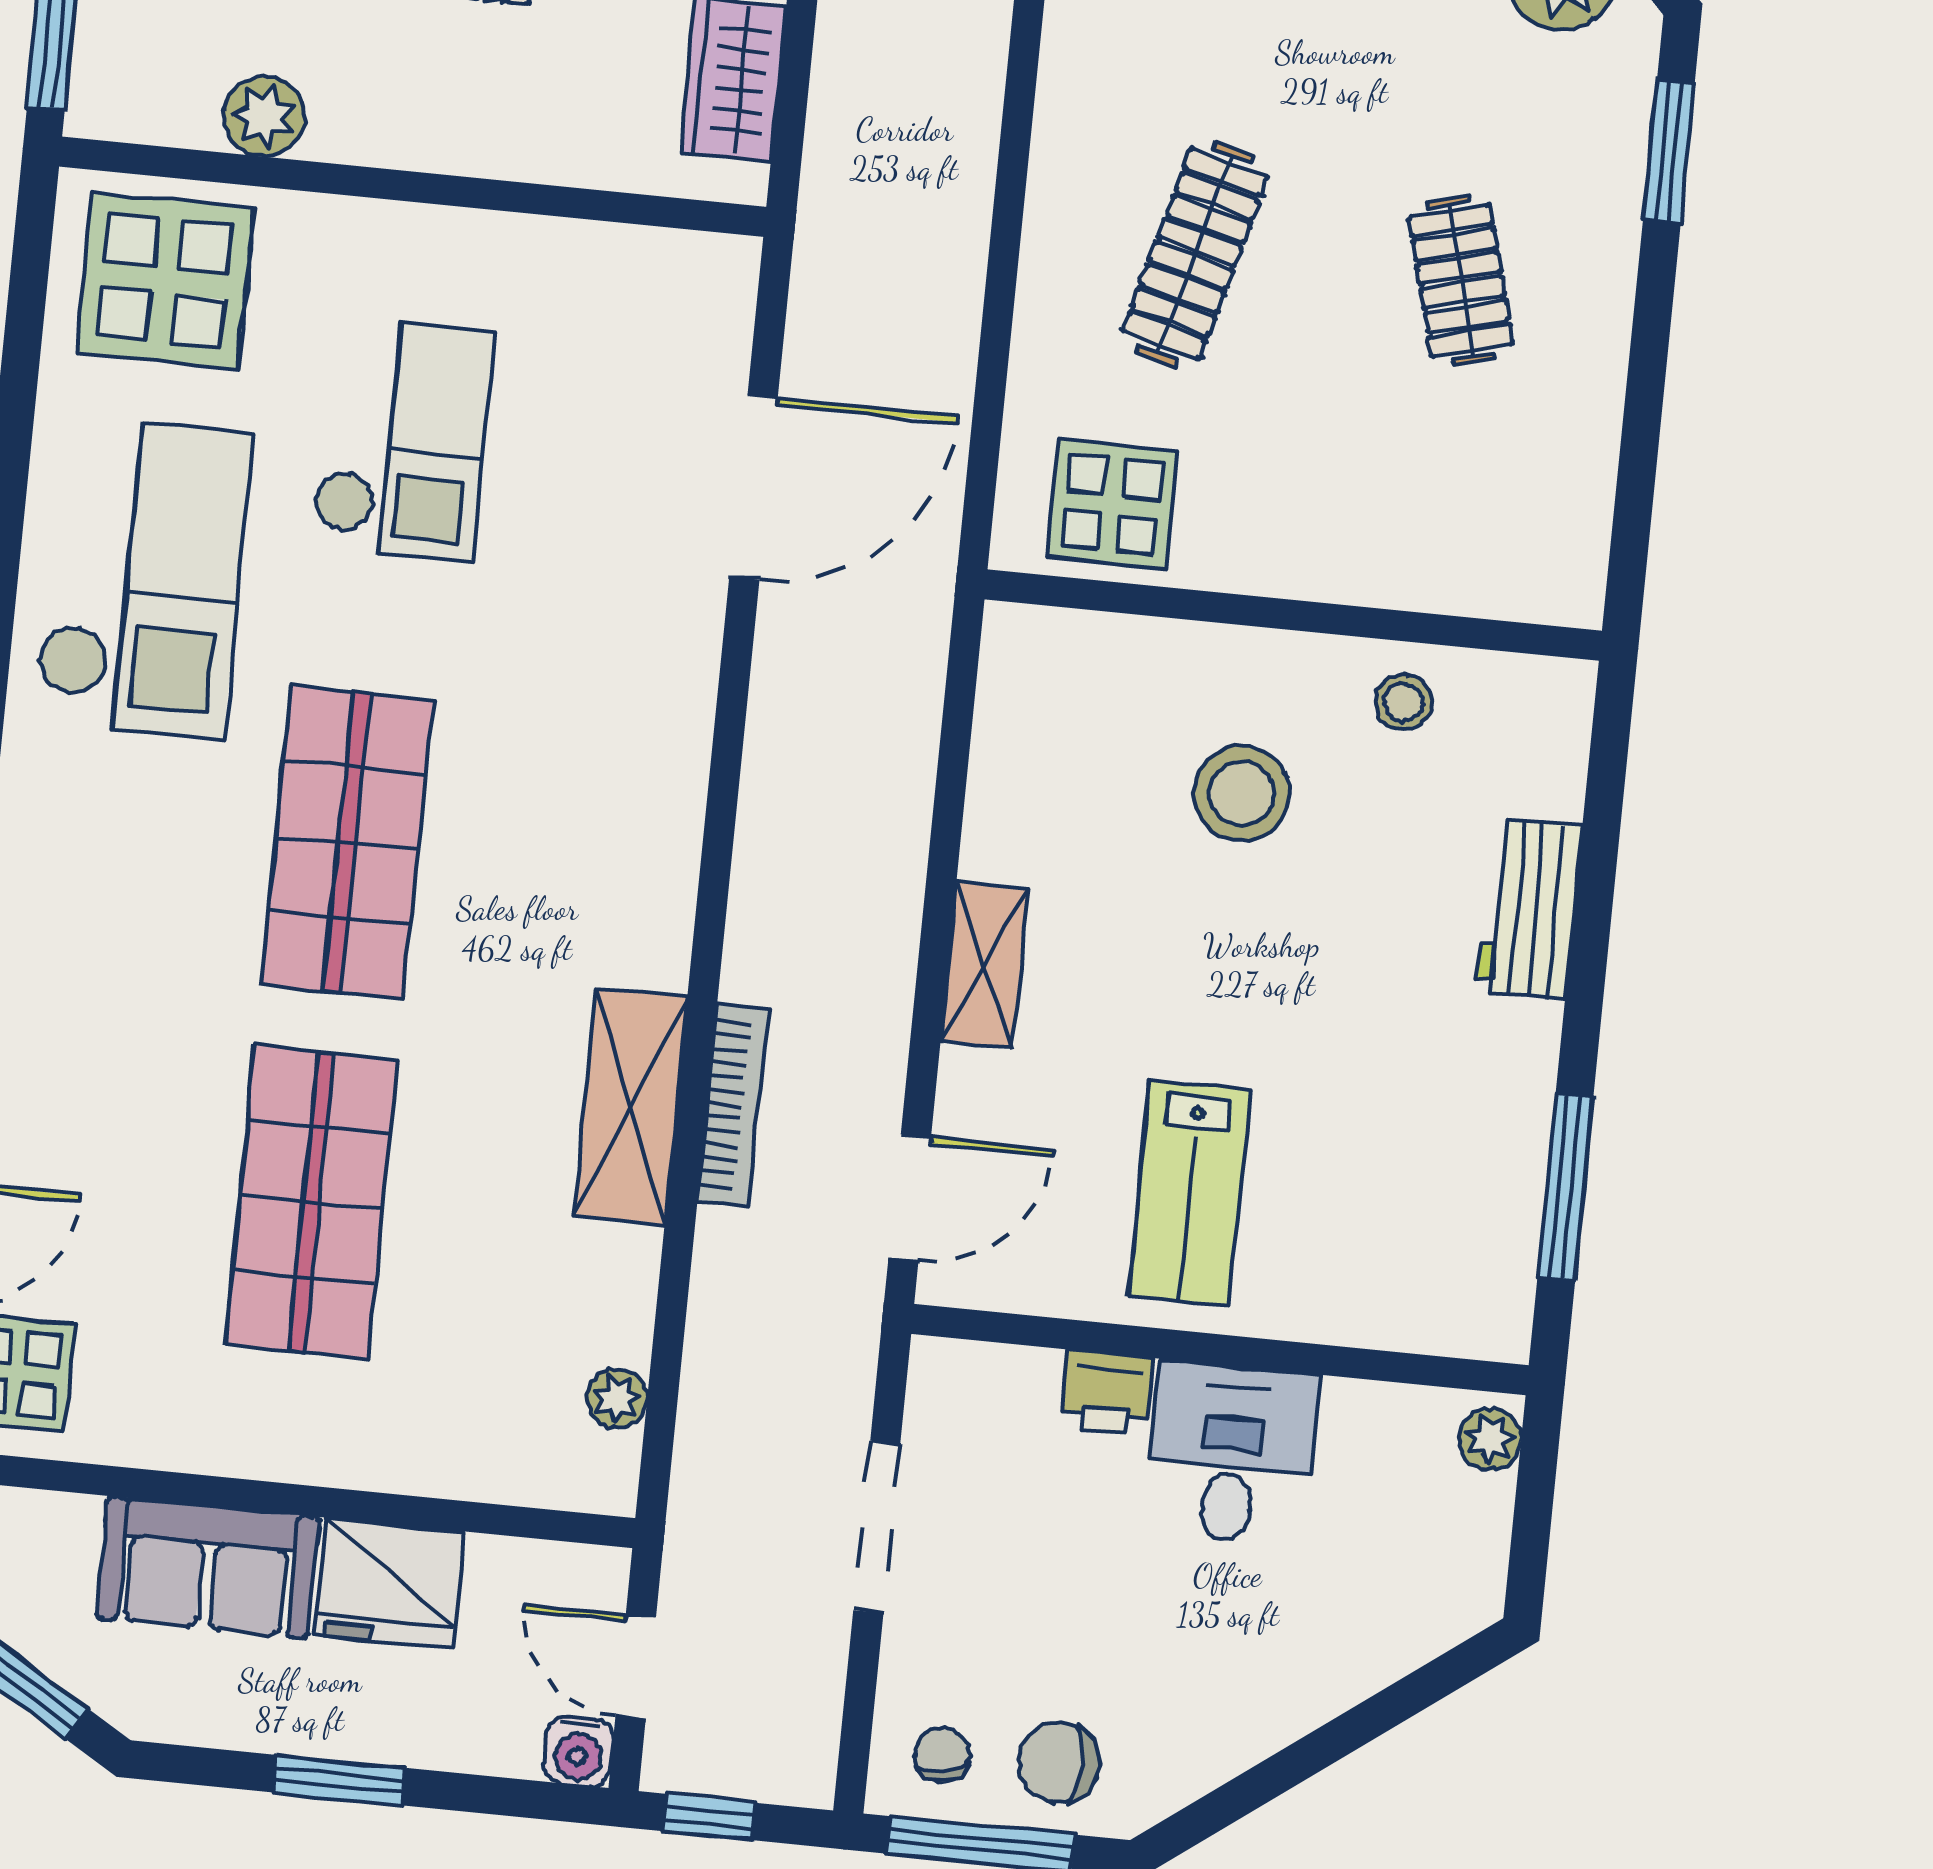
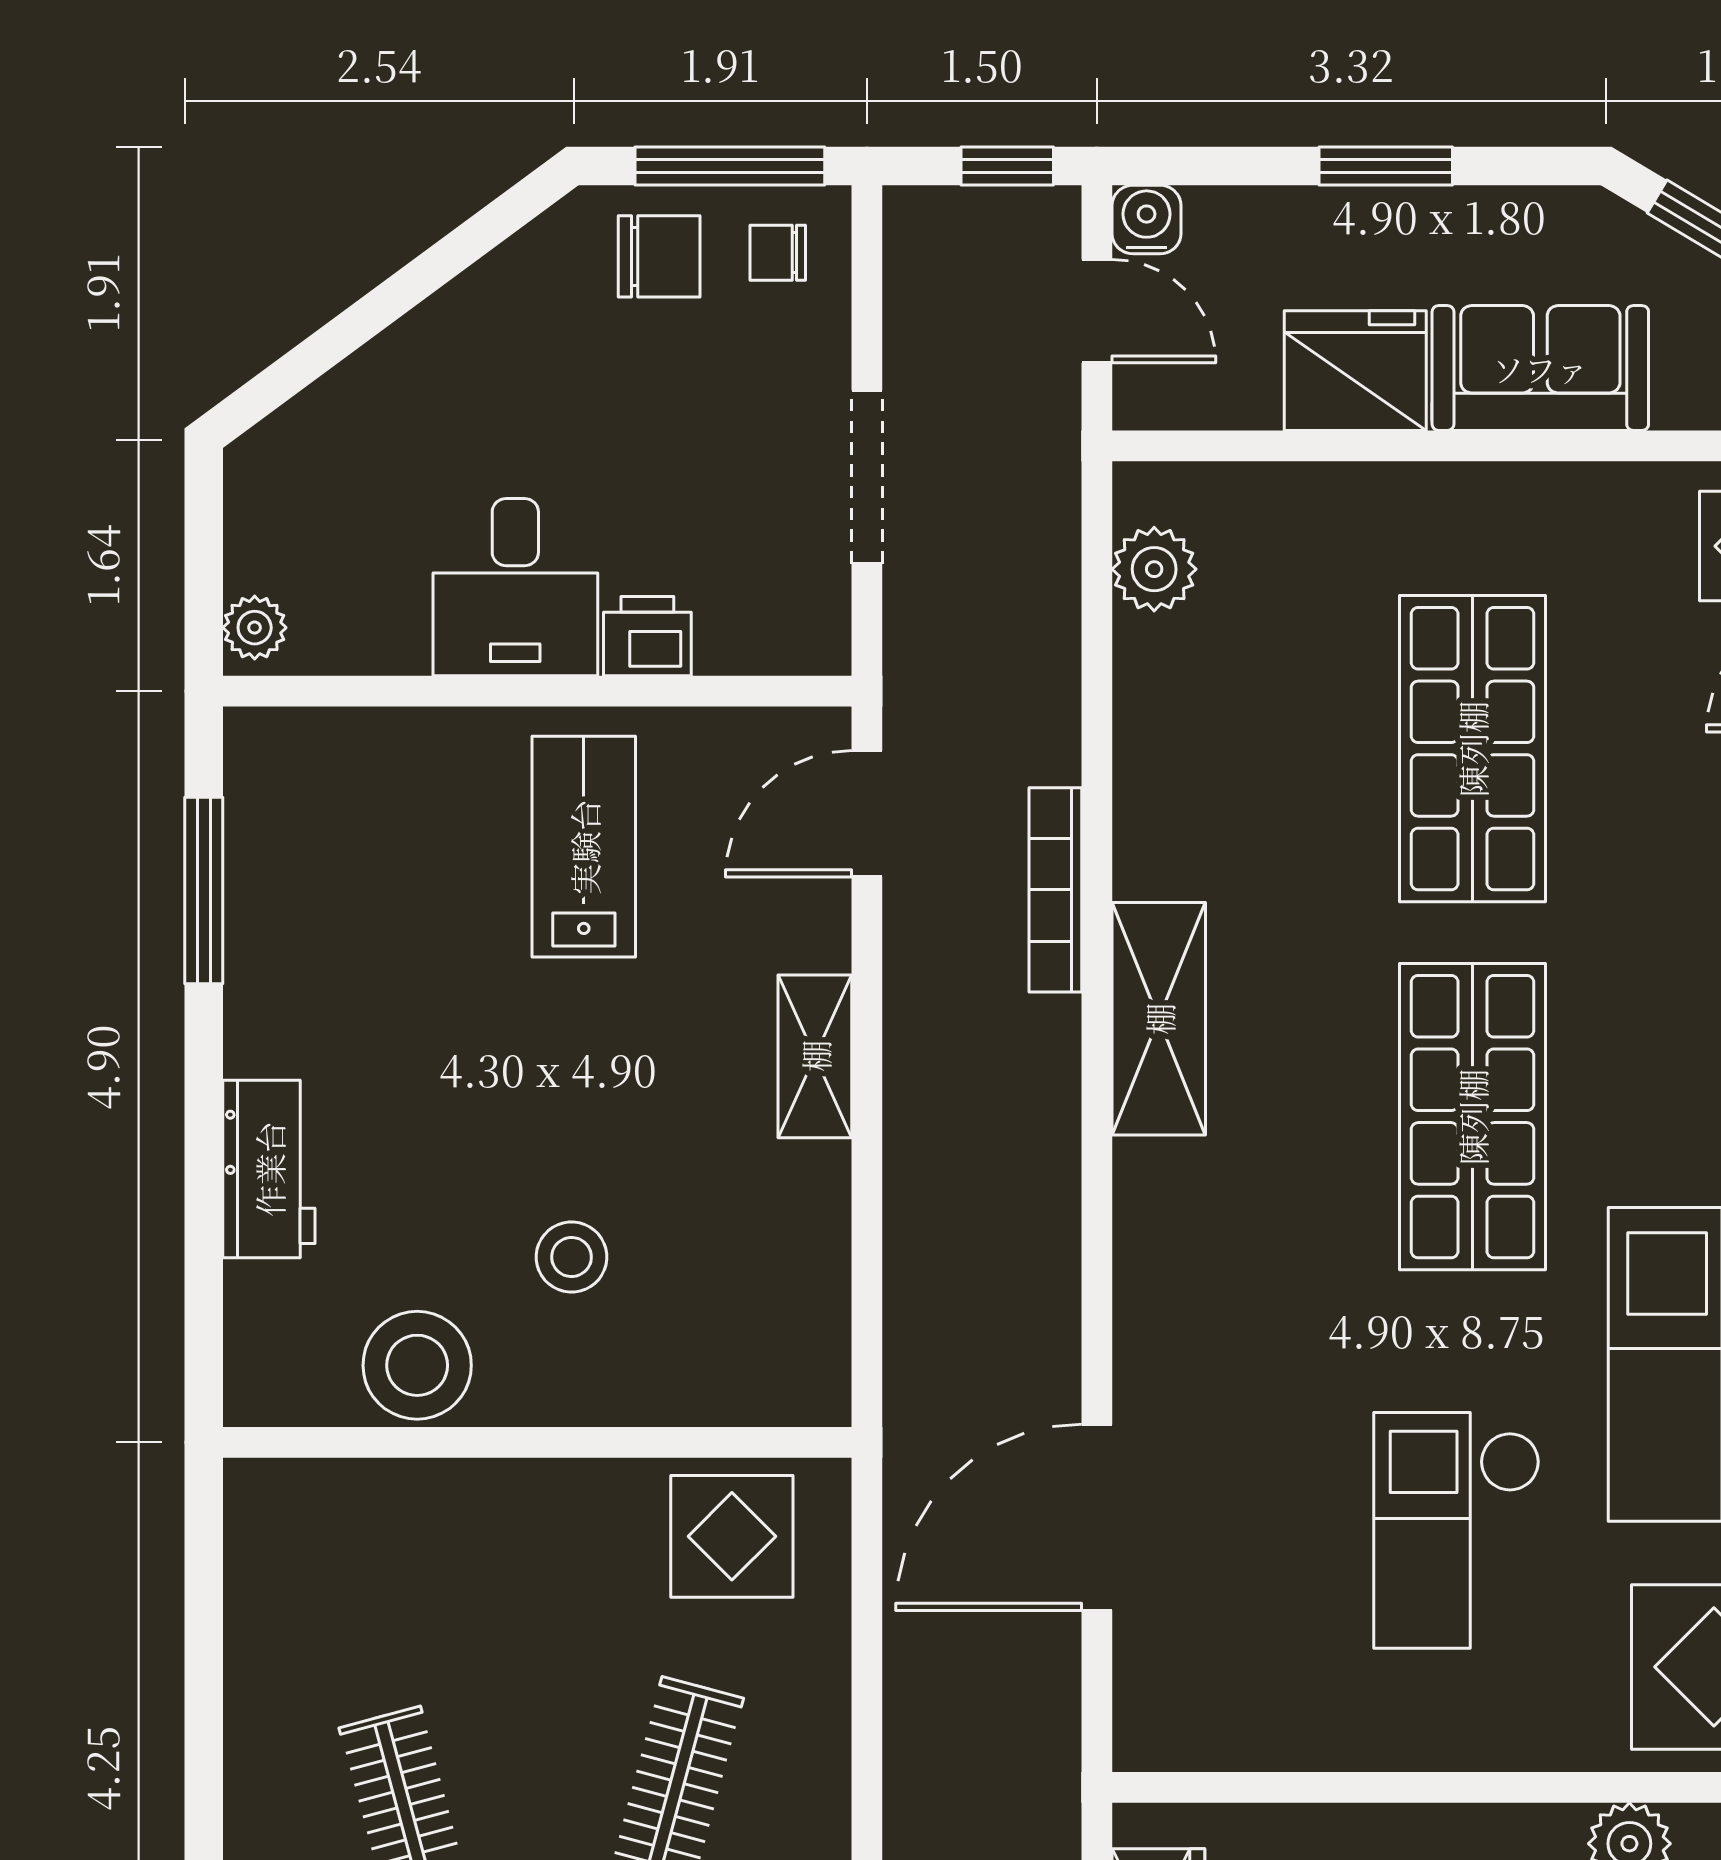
stool: (1403, 702) -> (417, 1365), width x1.89, depth x1.89
stool: (1242, 793) -> (572, 1257), width x0.73, depth x0.73
shelving: (631, 1106) -> (1159, 1019), moved
plant: (617, 1399) -> (1154, 569), width x1.38, depth x1.38
chair: (942, 1755) -> (778, 253), turned 100

